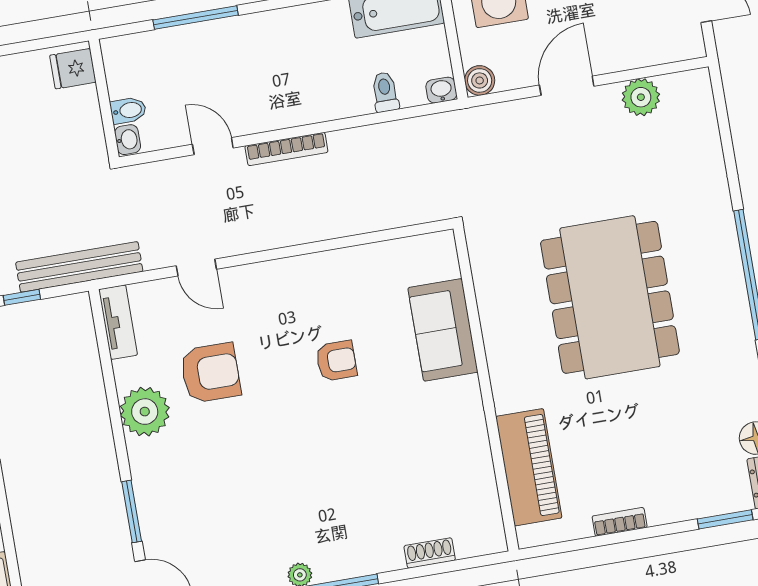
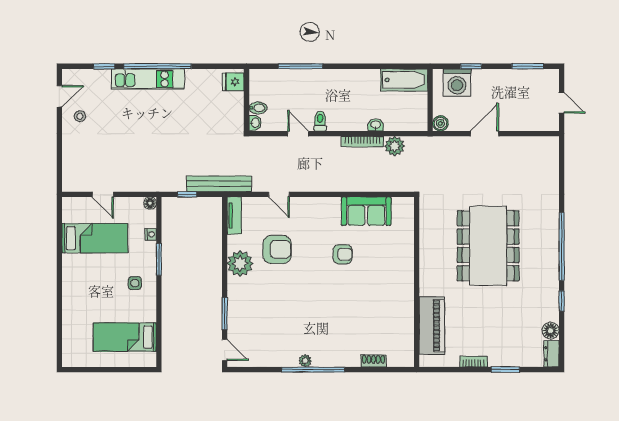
washbasin: (441, 90) -> (376, 125), moved
toilet: (385, 92) -> (320, 121), moved
plant: (641, 97) -> (395, 146), moved
bookcase: (286, 149) -> (362, 142), moved
sofa: (443, 330) -> (366, 211), moved, turned -90
window: (725, 519) -> (505, 370), moved

